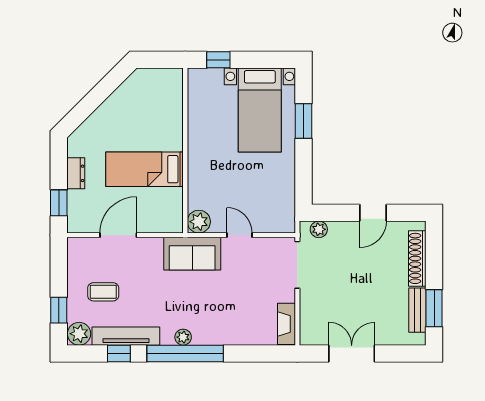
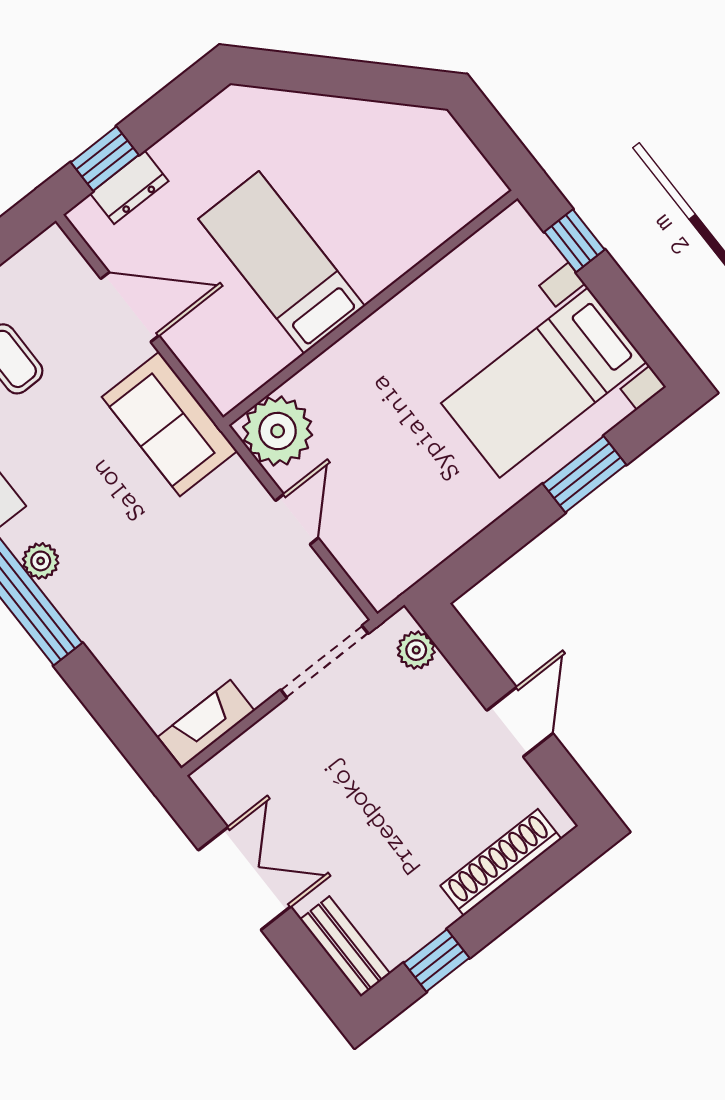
dresser: (76, 173) -> (129, 187), moved
door: (373, 213) -> (520, 722), swing flipped
plant: (199, 222) -> (278, 431), width x1.36, depth x1.36
sofa: (192, 254) -> (170, 424), moved
window: (434, 308) -> (437, 960), width x0.67
bench: (417, 310) -> (345, 946), moved, turned 90

